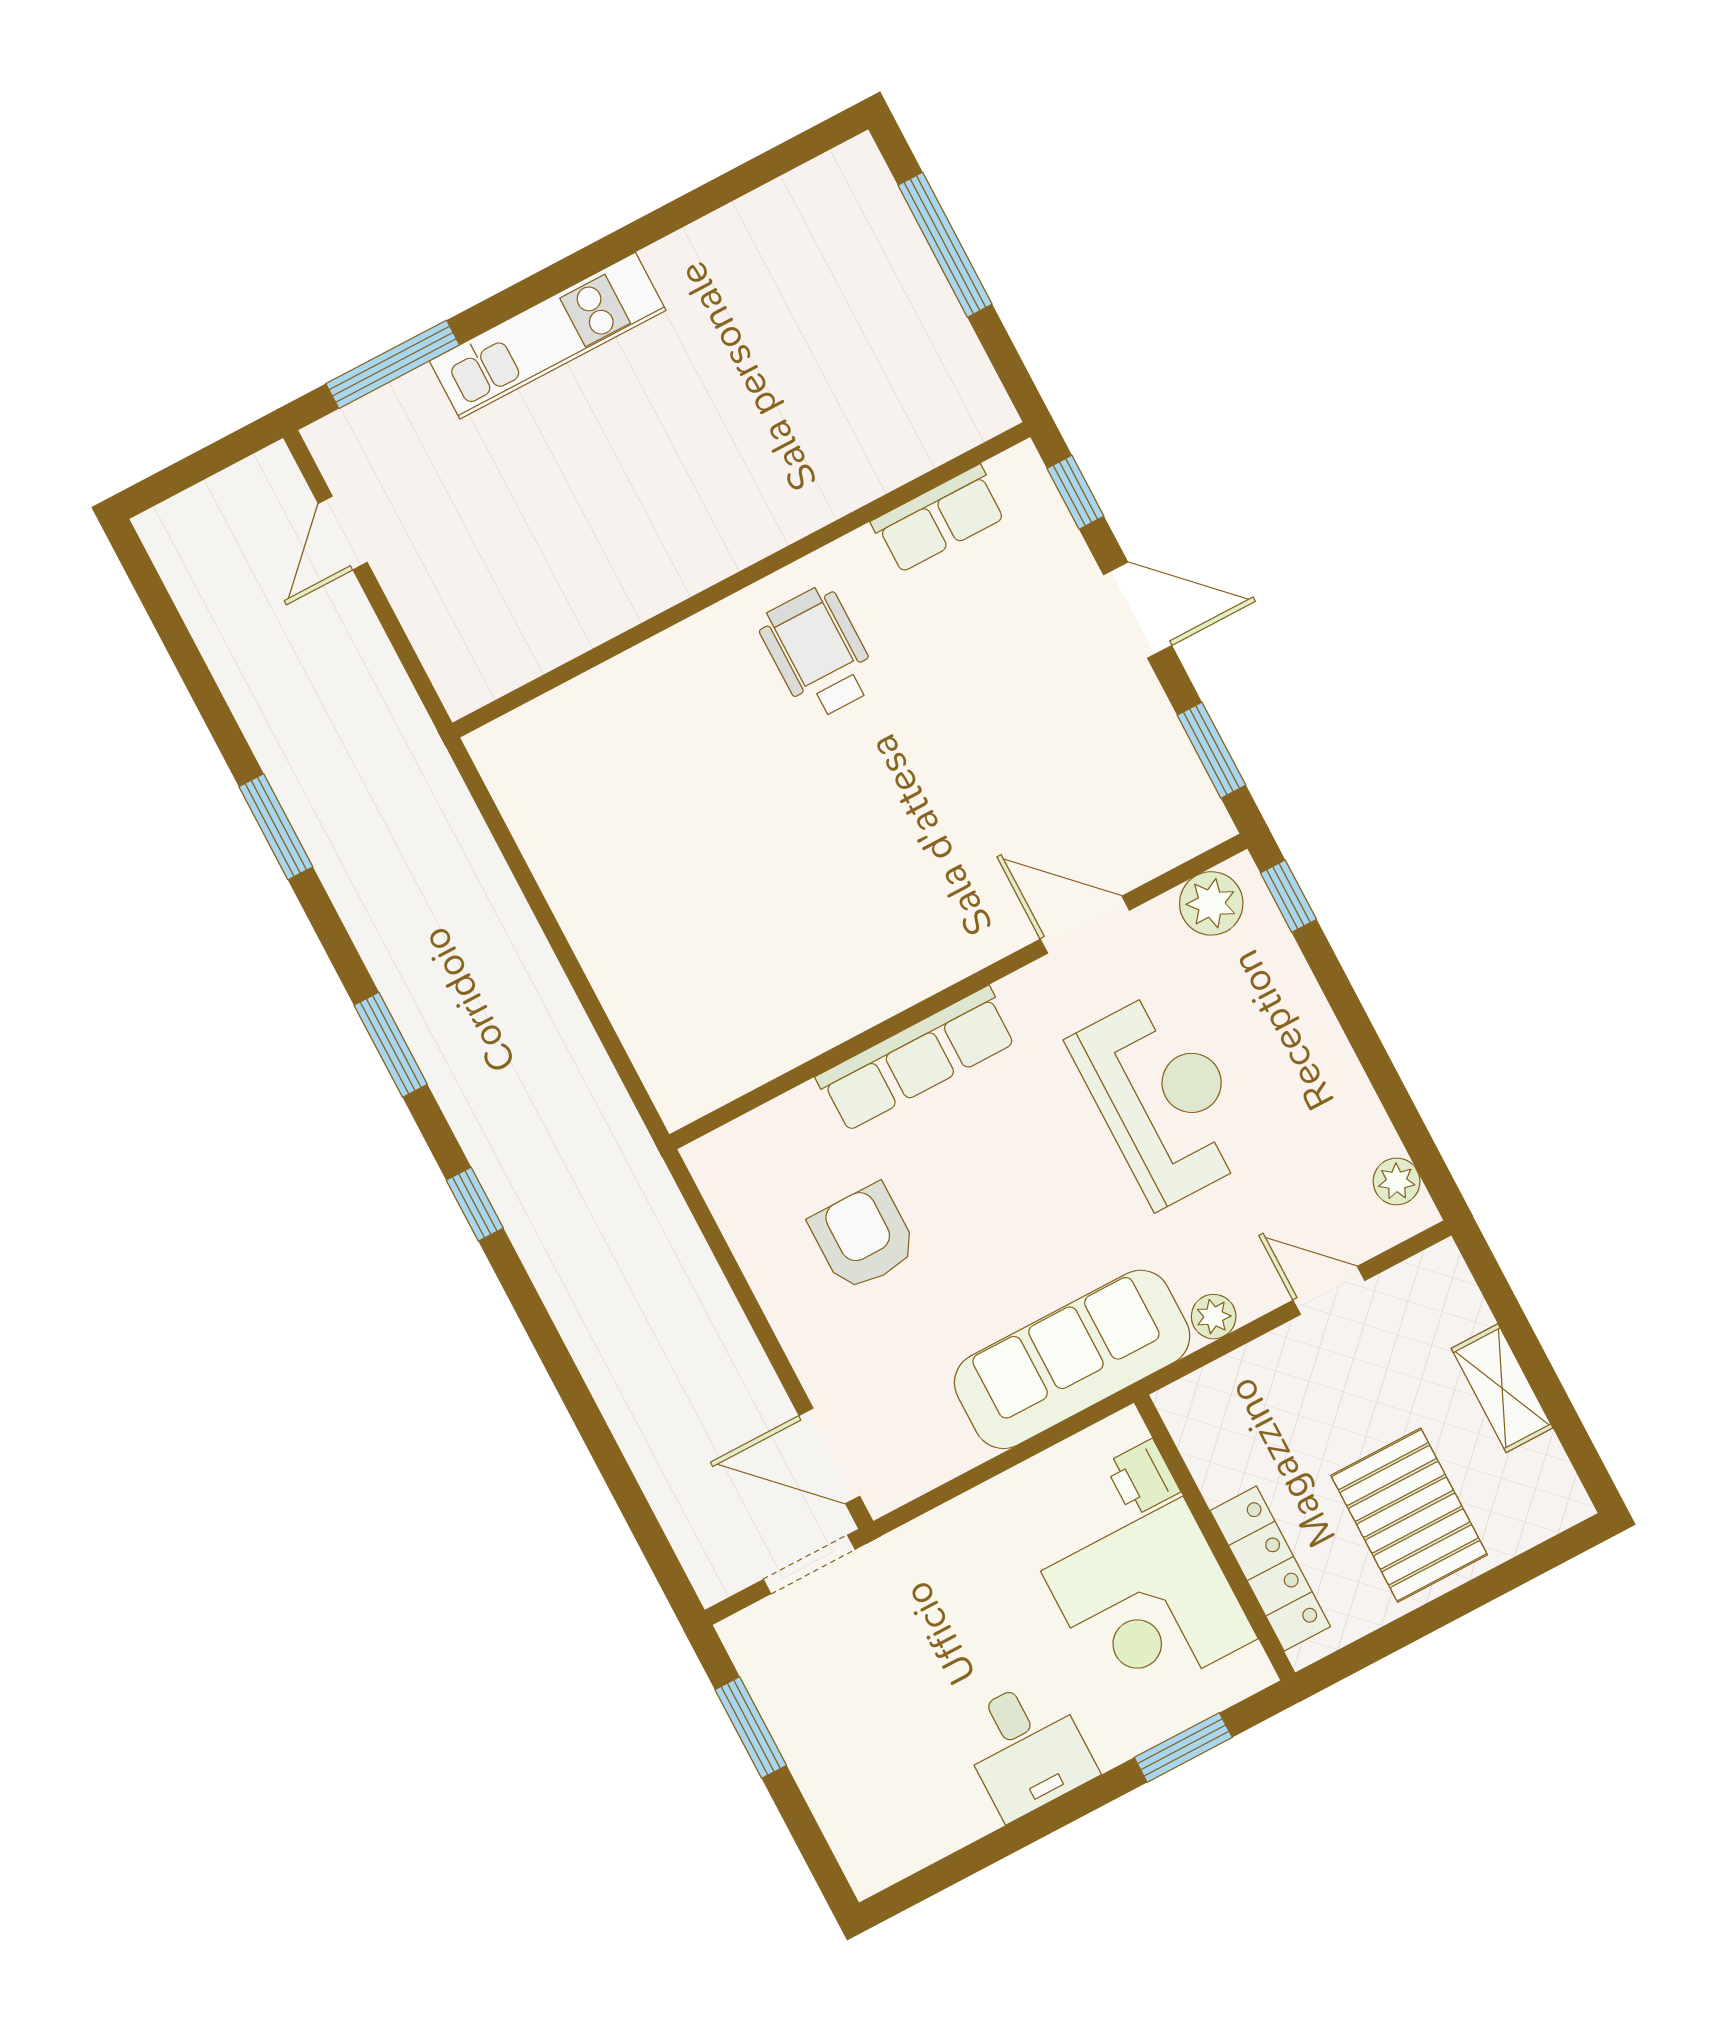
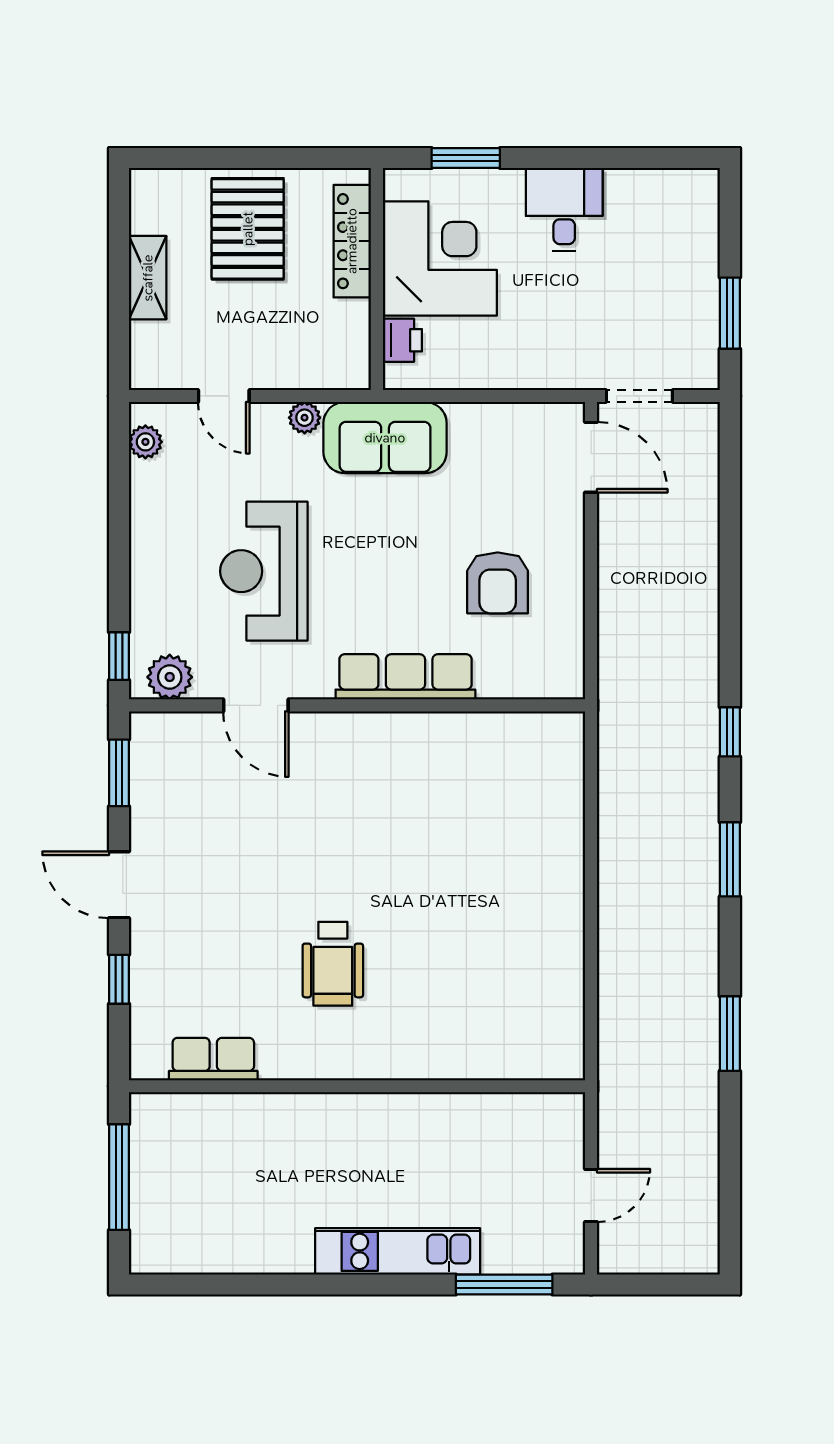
row of seats: (939, 519) -> (213, 1059), moved
wall: (741, 580) -> (357, 1086), moved
sofa: (1072, 1359) -> (385, 438), width x0.73

